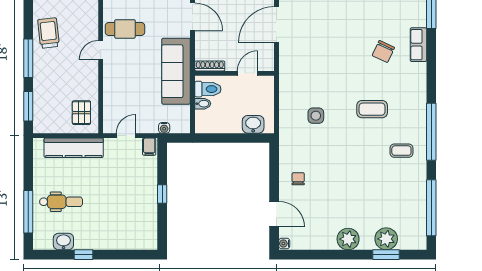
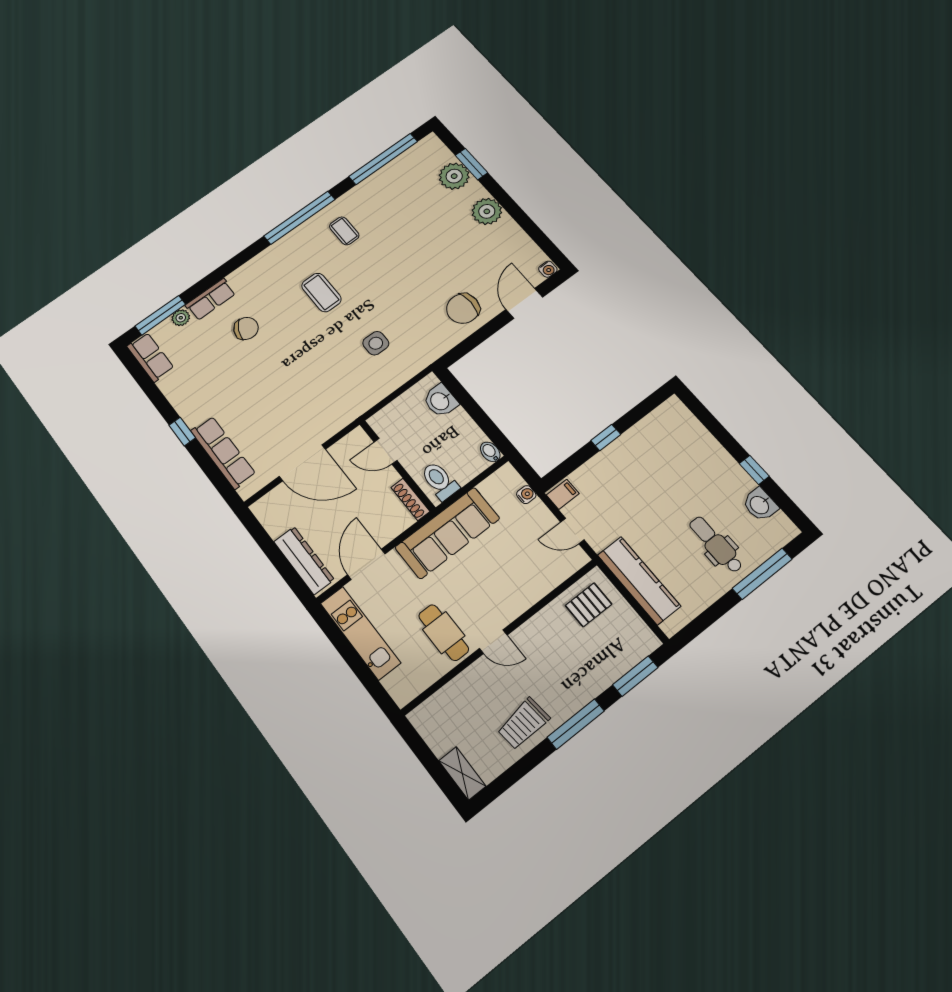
plant: (420, 20) -> (181, 318), added
bidet: (203, 104) -> (490, 452), moved
chair: (298, 179) -> (463, 309), width x1.87, depth x1.87

